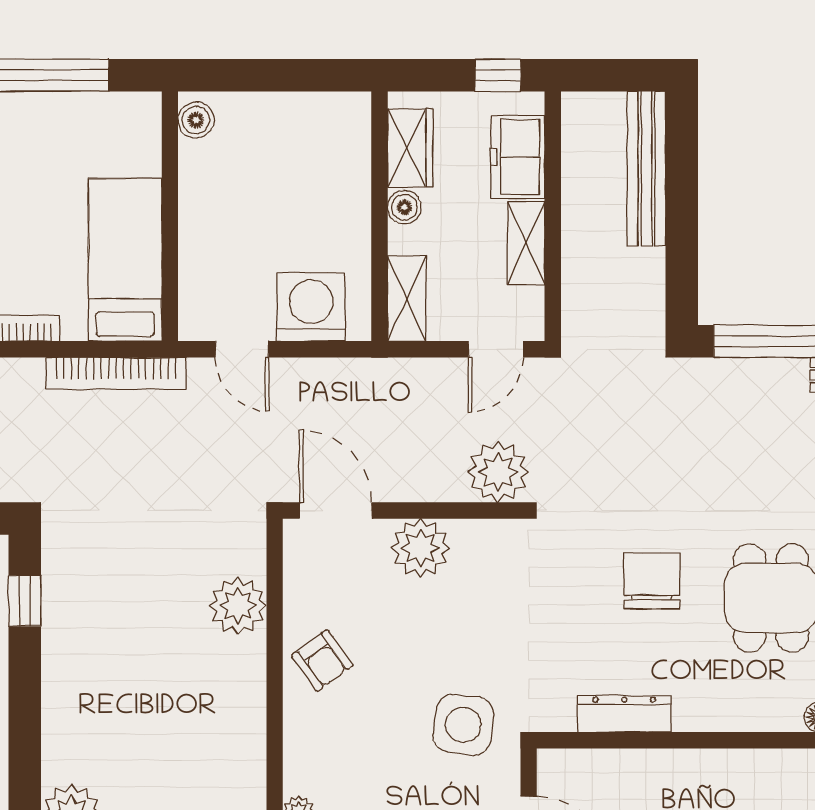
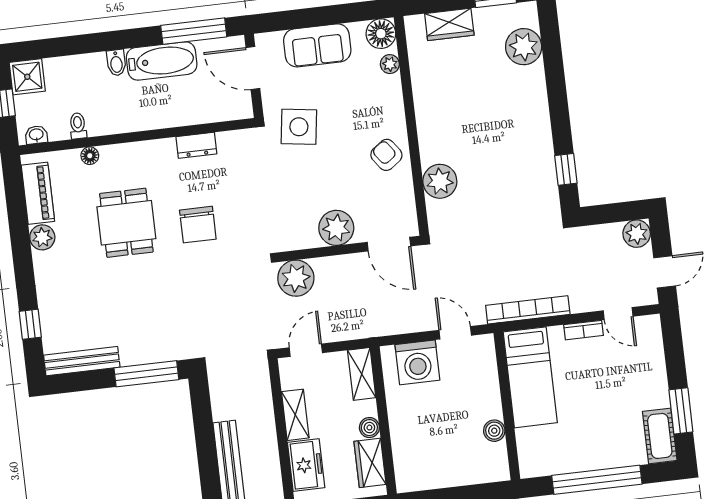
boiler: (196, 120) -> (494, 431), moved
dresser: (624, 714) -> (196, 145), width x0.70

